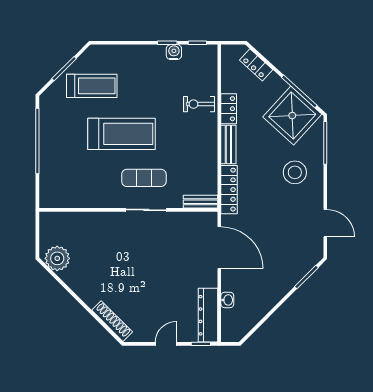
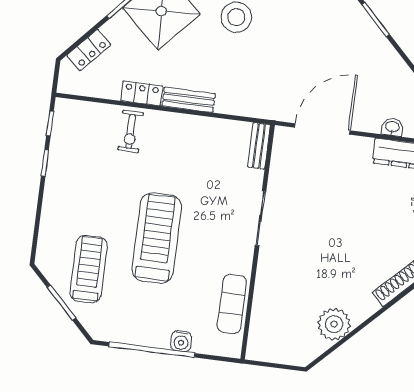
water cooler: (174, 52) -> (181, 341), moved, turned -90
exercise mat: (144, 178) -> (232, 304), moved
locker: (229, 190) -> (248, 106), removed
plant: (57, 258) -> (334, 324), moved

